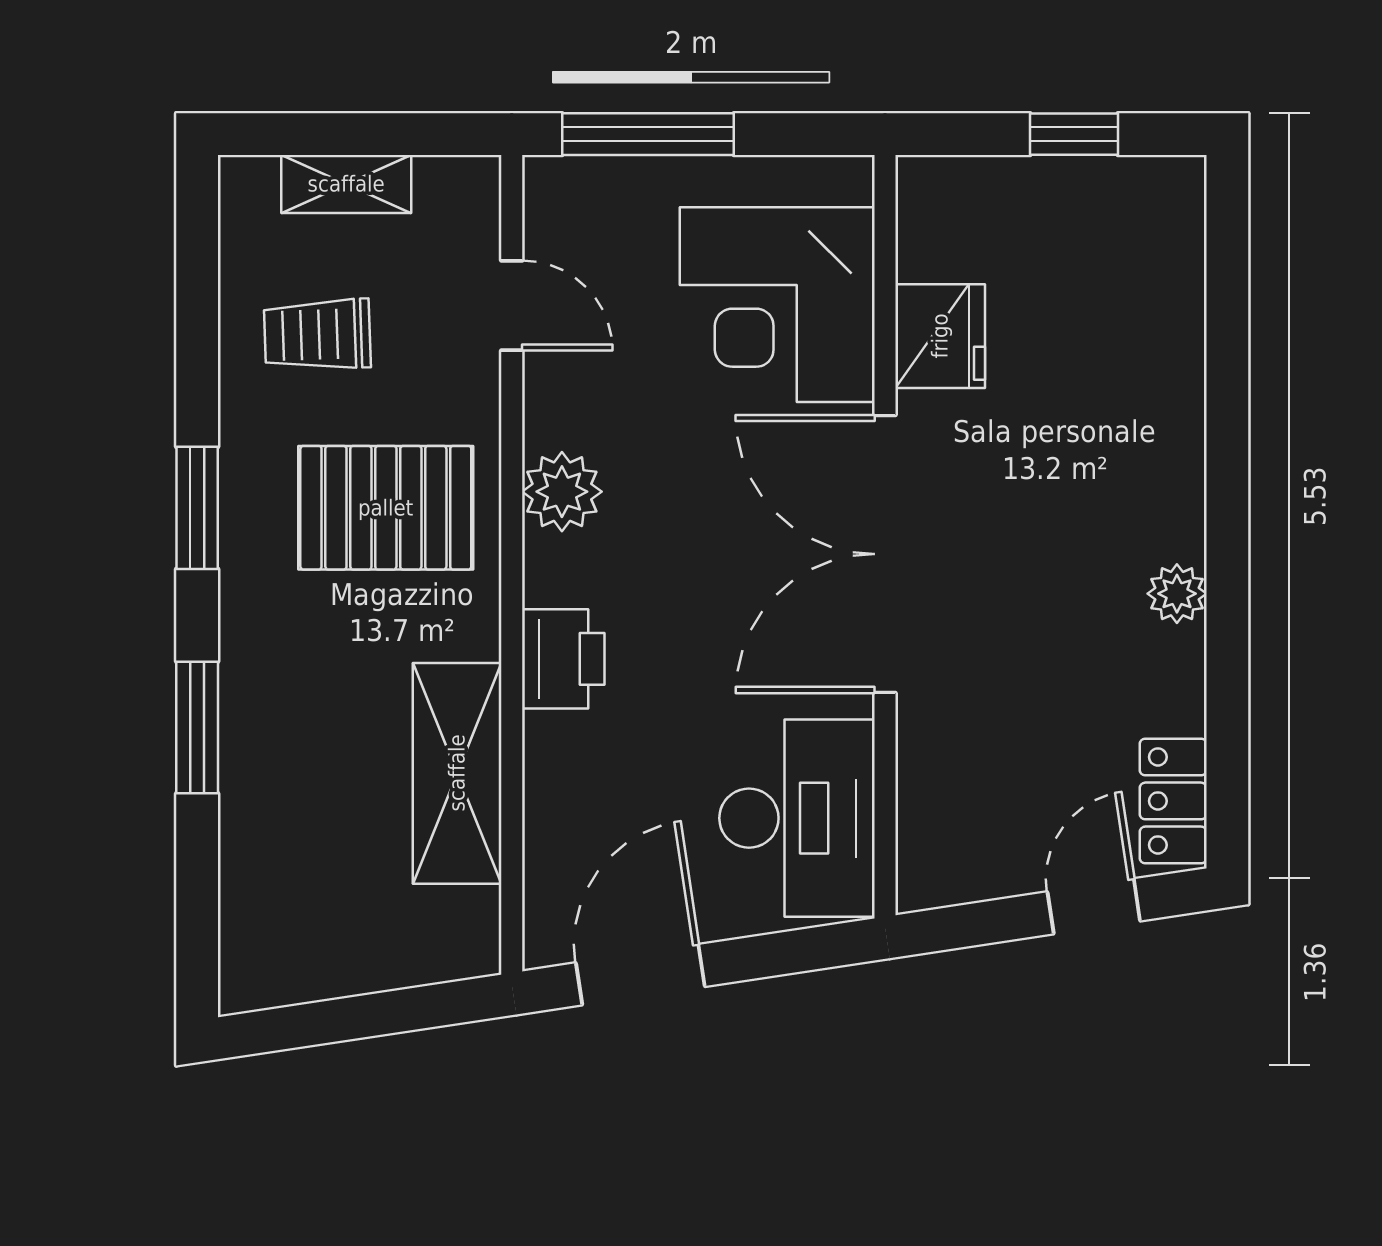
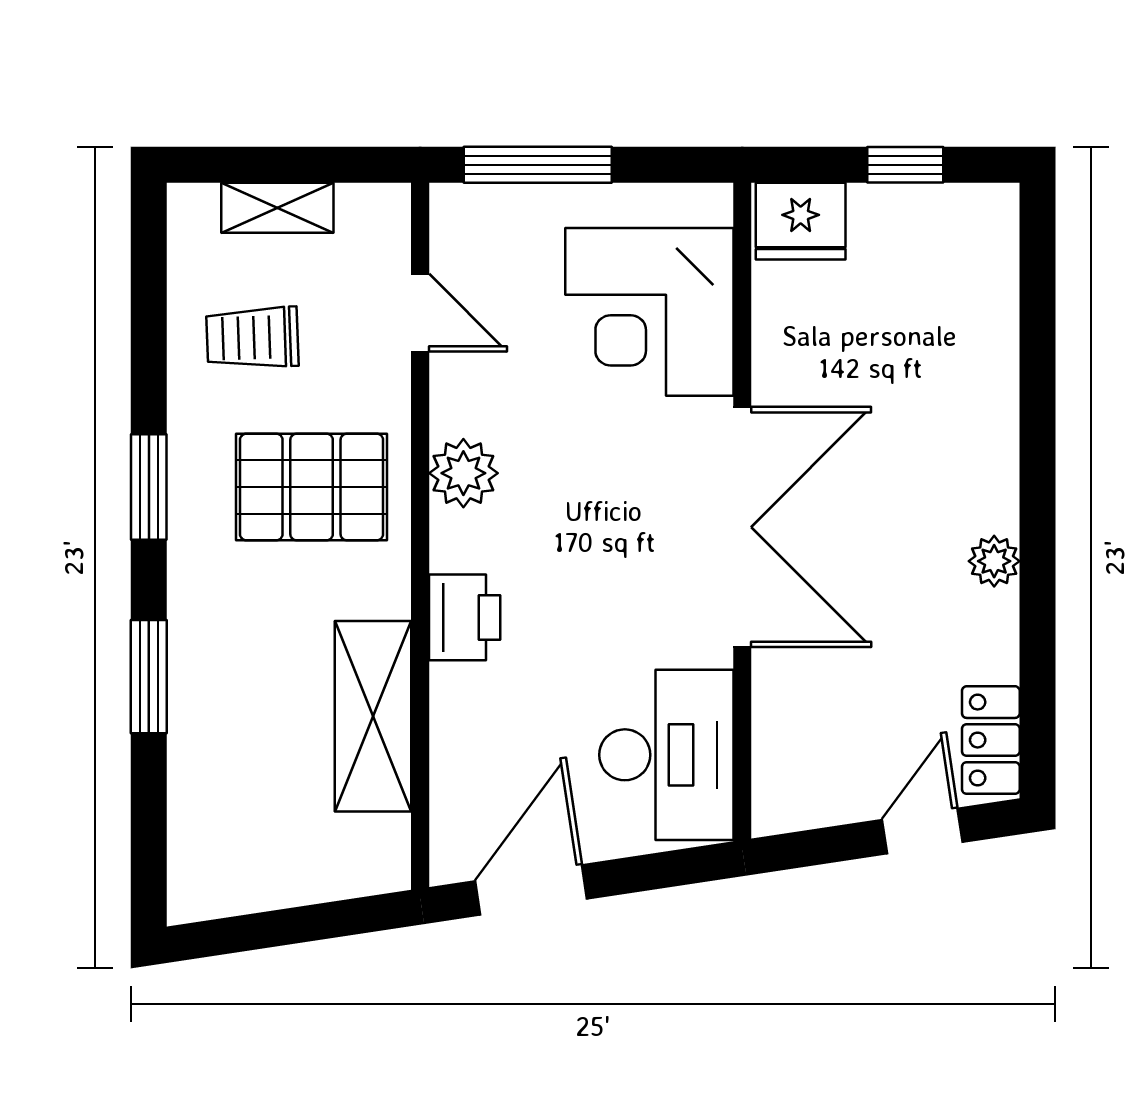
fridge: (940, 336) -> (801, 221), moved, turned 90
double door: (885, 554) -> (742, 527), swing flipped

